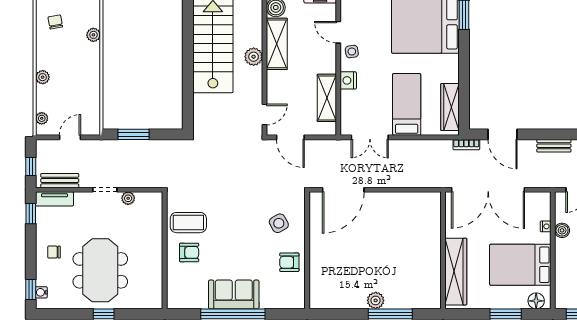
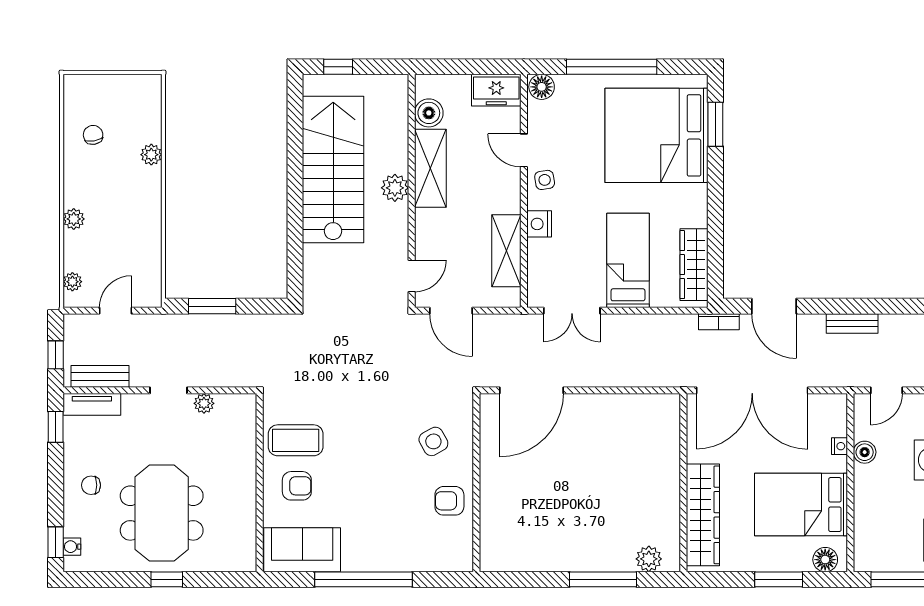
sofa: (234, 294) -> (302, 550), moved
plant: (376, 300) -> (649, 559), moved

